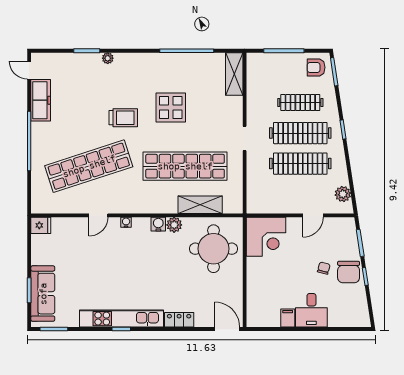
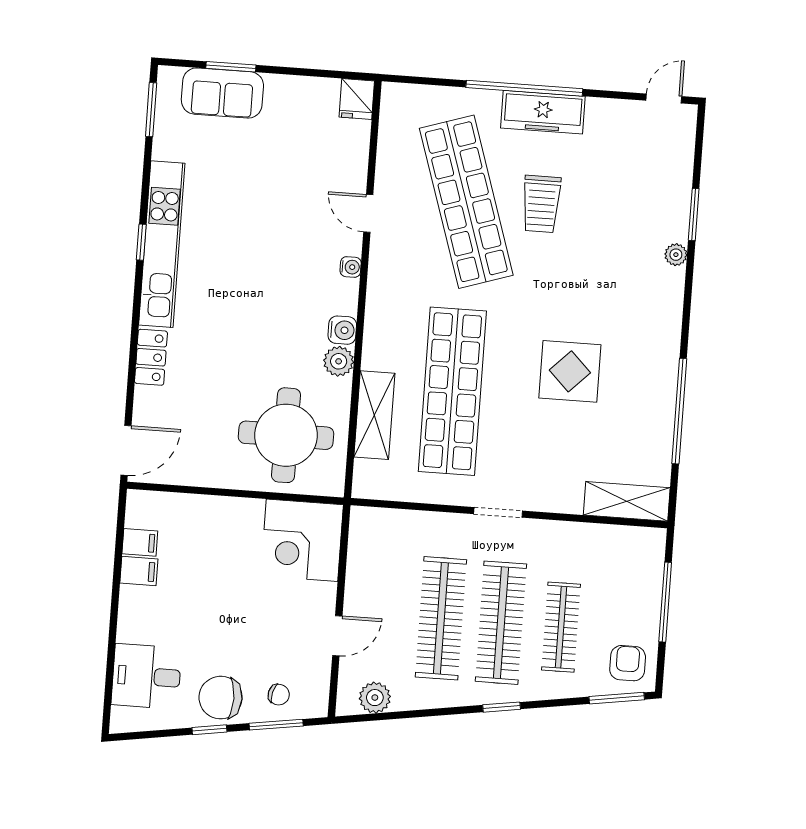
freezer: (41, 100) -> (543, 112), moved
trolley: (123, 118) -> (541, 204), moved
door: (313, 215) -> (337, 636), swing flipped
chair: (324, 268) -> (279, 695), moved
sofa: (43, 294) -> (222, 93), width x0.73
desk: (311, 310) -> (146, 676), moved
filing cabinet: (273, 319) -> (140, 542), added

